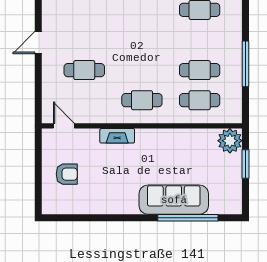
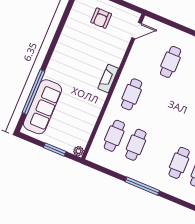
window: (246, 64) -> (142, 186), moved
fireplace: (117, 136) -> (108, 79), moved
plant: (230, 141) -> (79, 151), width x0.53, depth x0.53
sofa: (174, 200) -> (43, 107), moved

